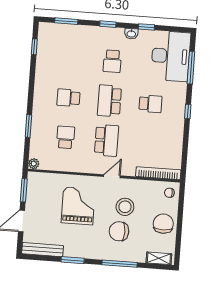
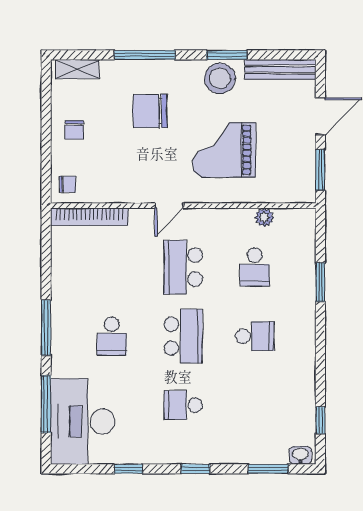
washbasin: (131, 34) -> (300, 455), moved
school desk: (112, 61) -> (183, 405), turned -90
school desk: (150, 104) -> (112, 336), turned -90
window: (188, 111) -> (46, 328), width x2.17
plant: (34, 164) -> (264, 217), moved
grand piano: (78, 206) -> (224, 150), turned 90
stool: (125, 207) -> (220, 78), moved
chair: (163, 224) -> (74, 130), width x0.54, depth x0.54
chair: (119, 231) -> (150, 111), turned 180

